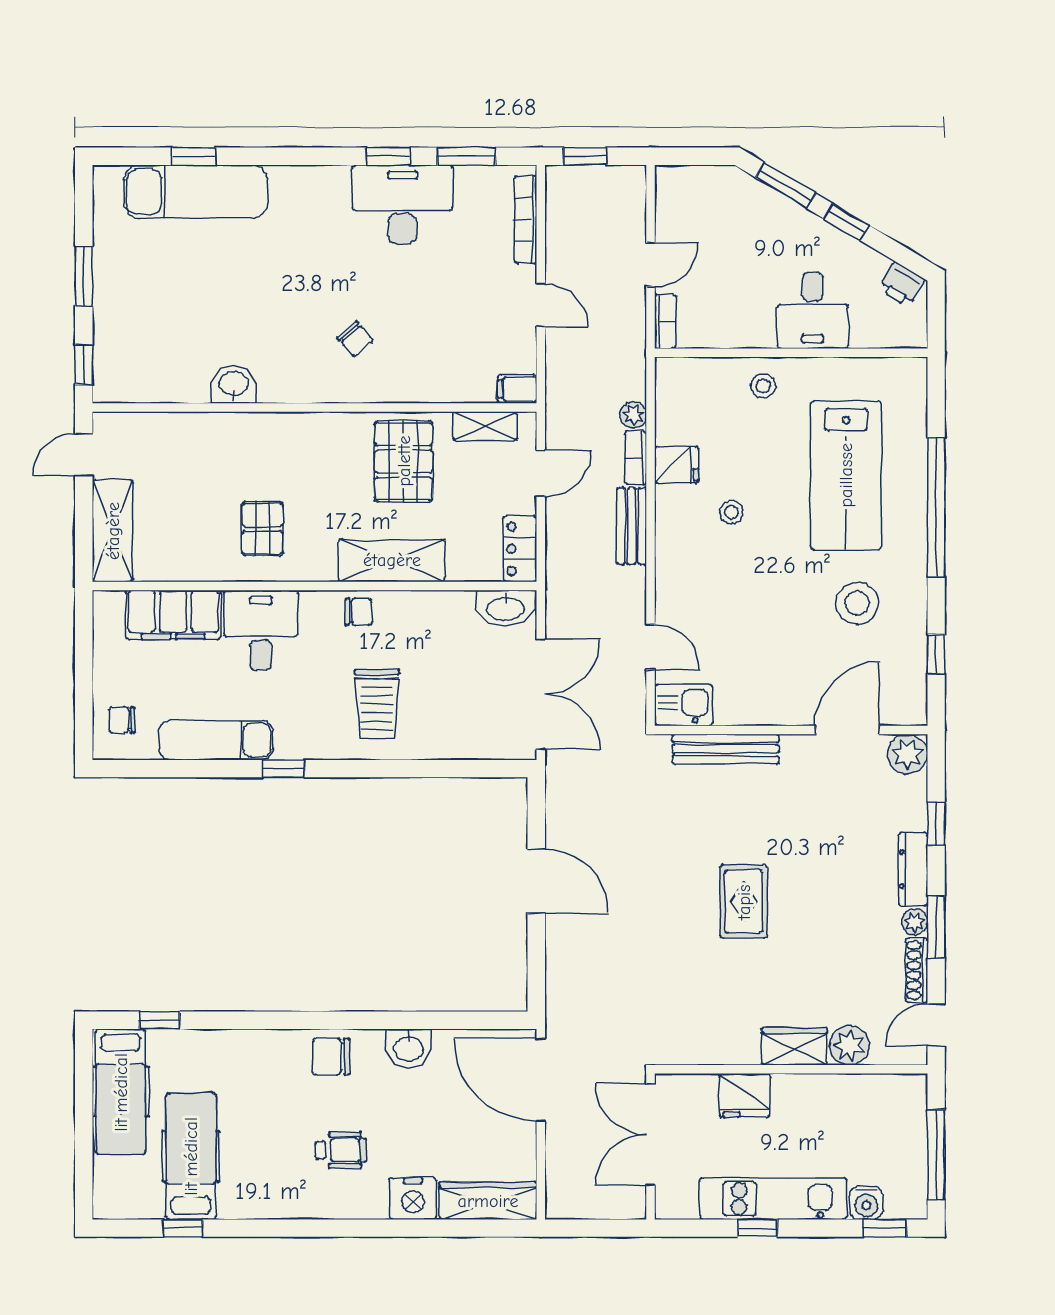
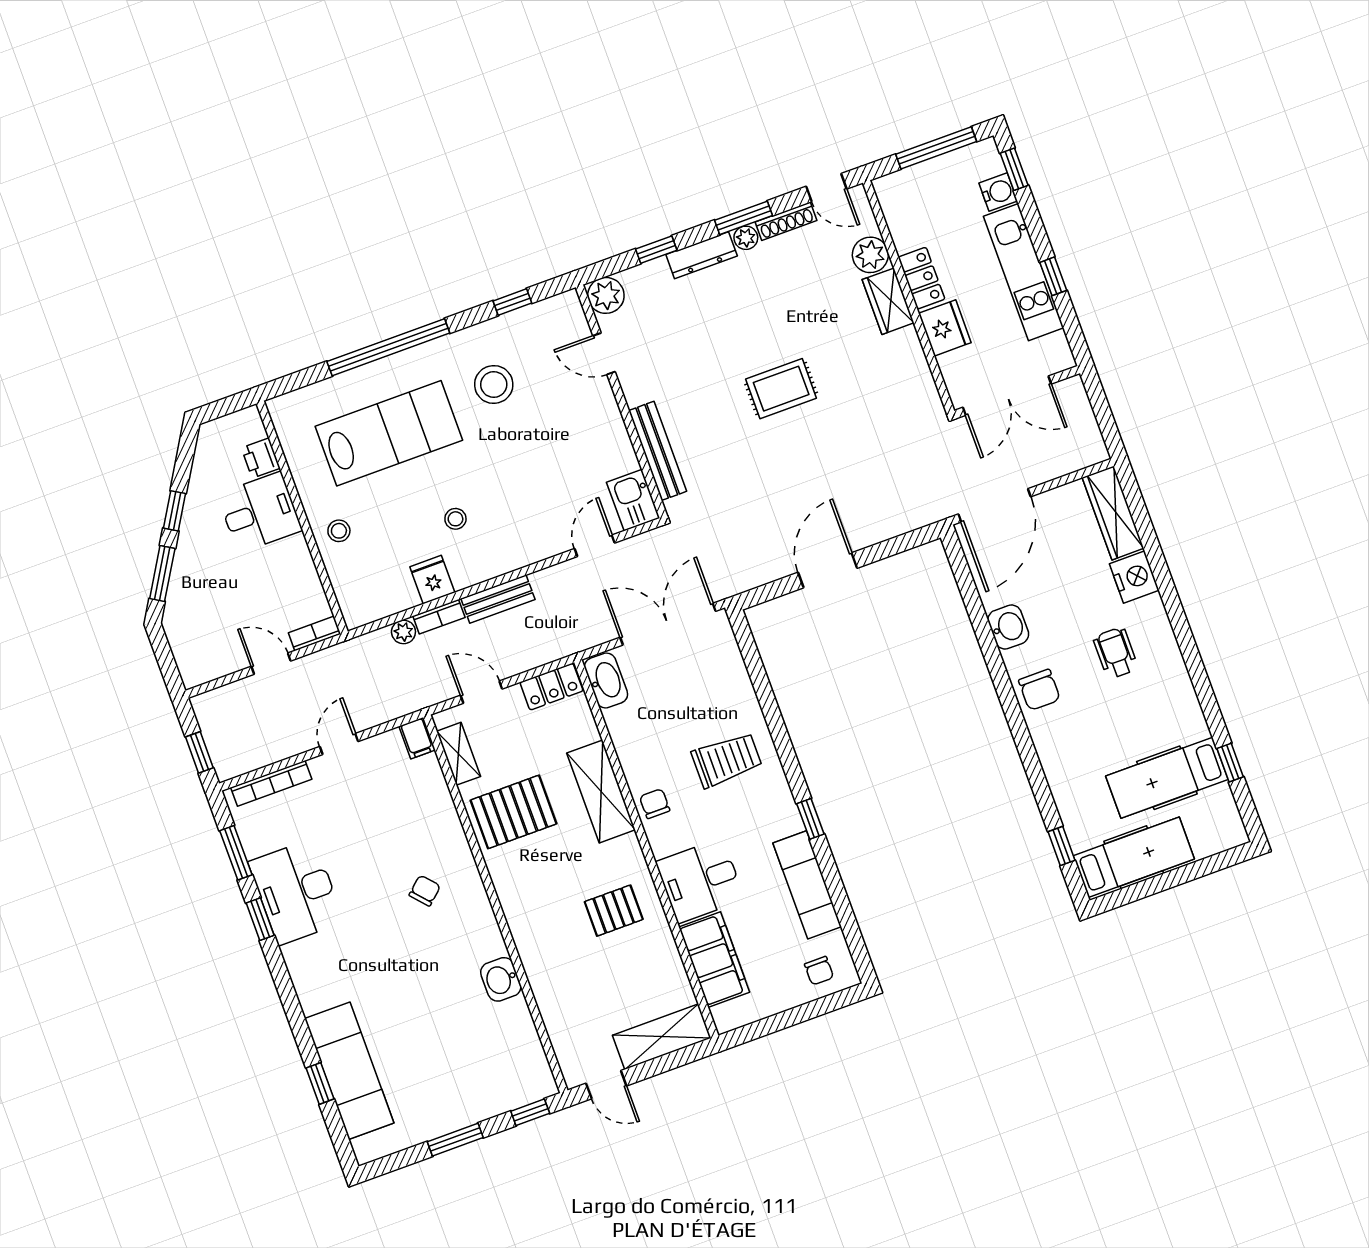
printer: (902, 284) -> (261, 458), moved, turned 149
door: (847, 730) -> (604, 354), width x0.73
locker: (806, 1090) -> (921, 278), added

